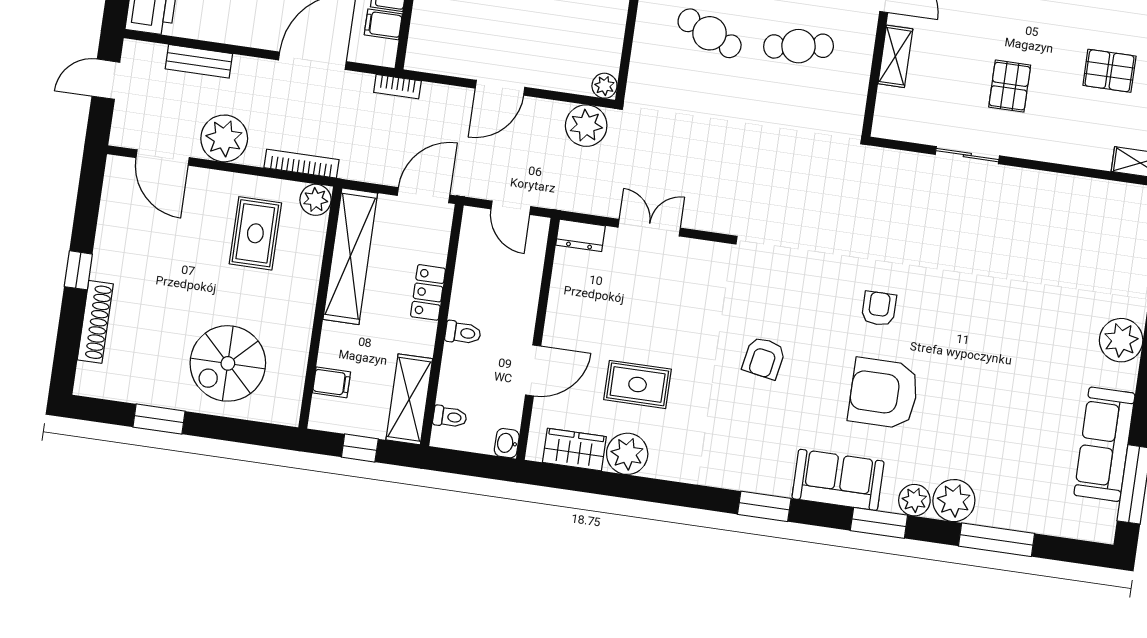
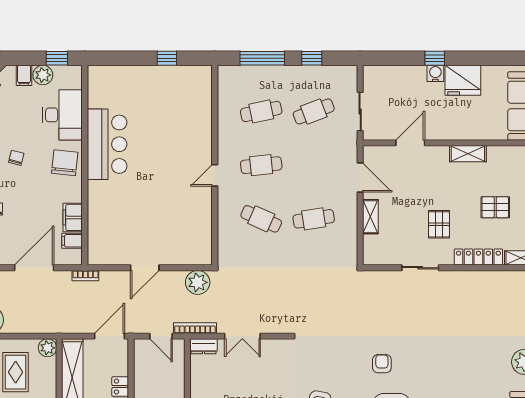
plant: (604, 86) -> (205, 258), removed
locker: (1069, 151) -> (478, 257), added
bookcase: (301, 164) -> (195, 328), moved
double door: (649, 228) -> (242, 336), swing flipped

